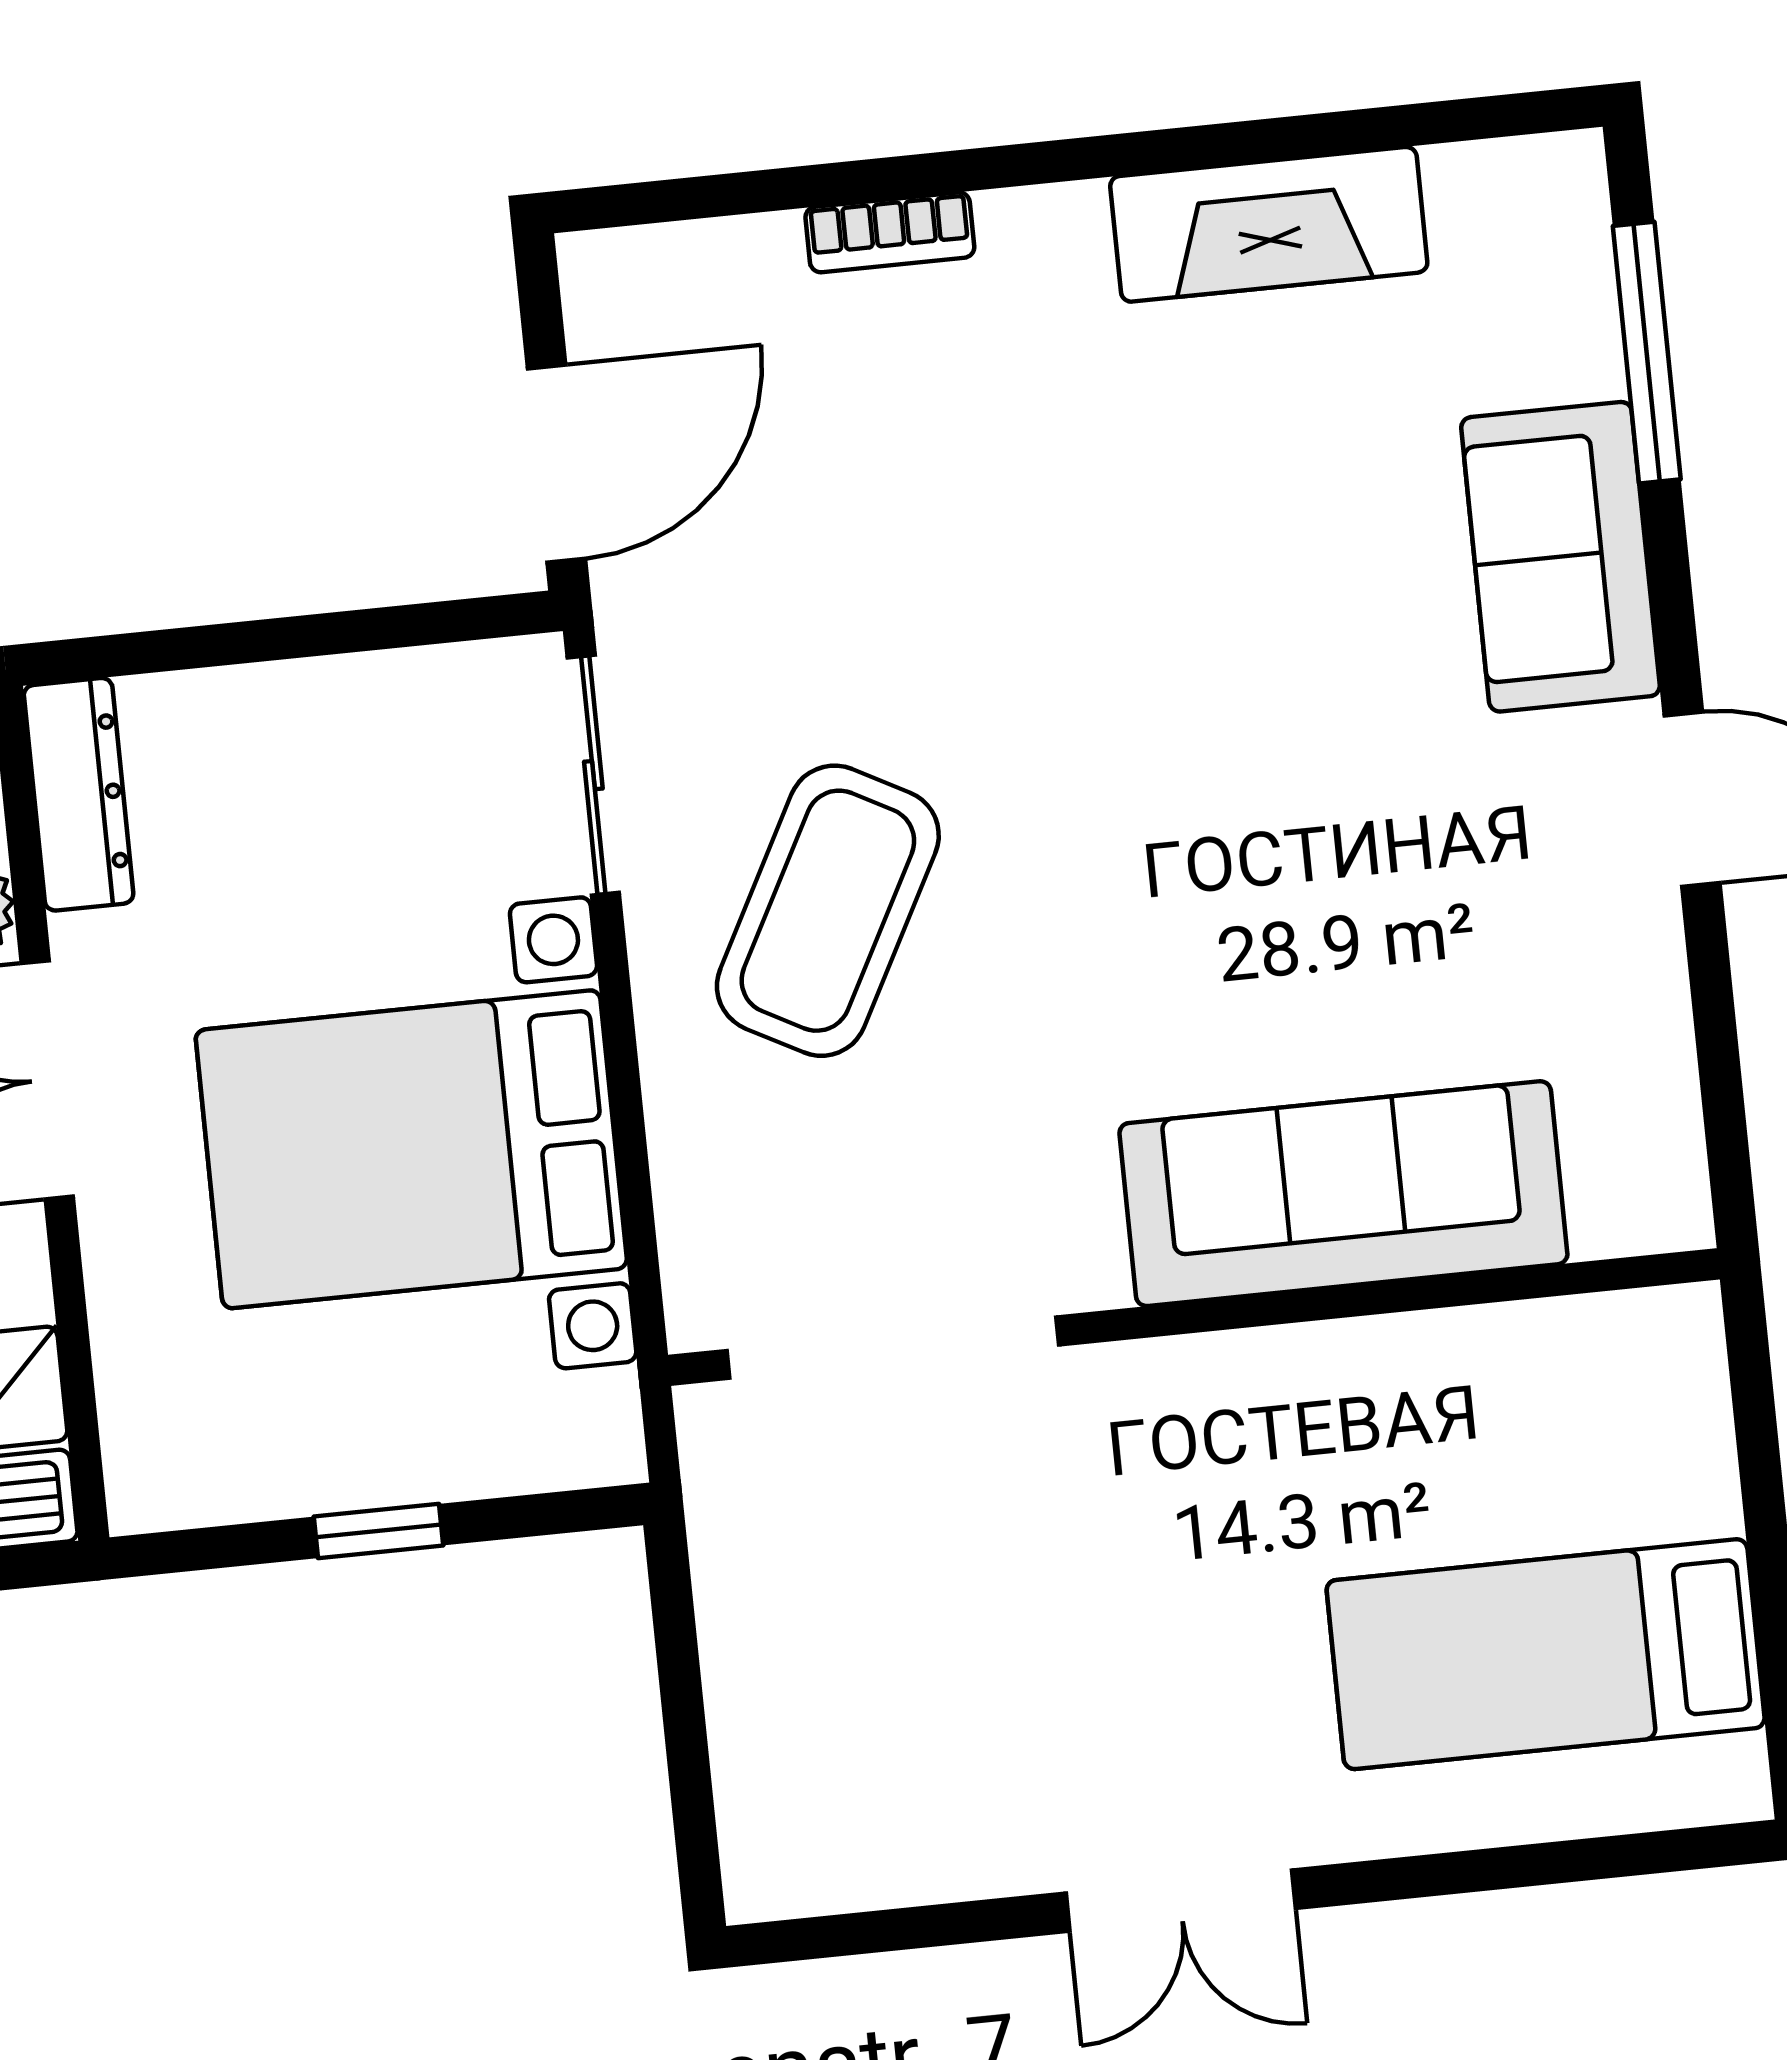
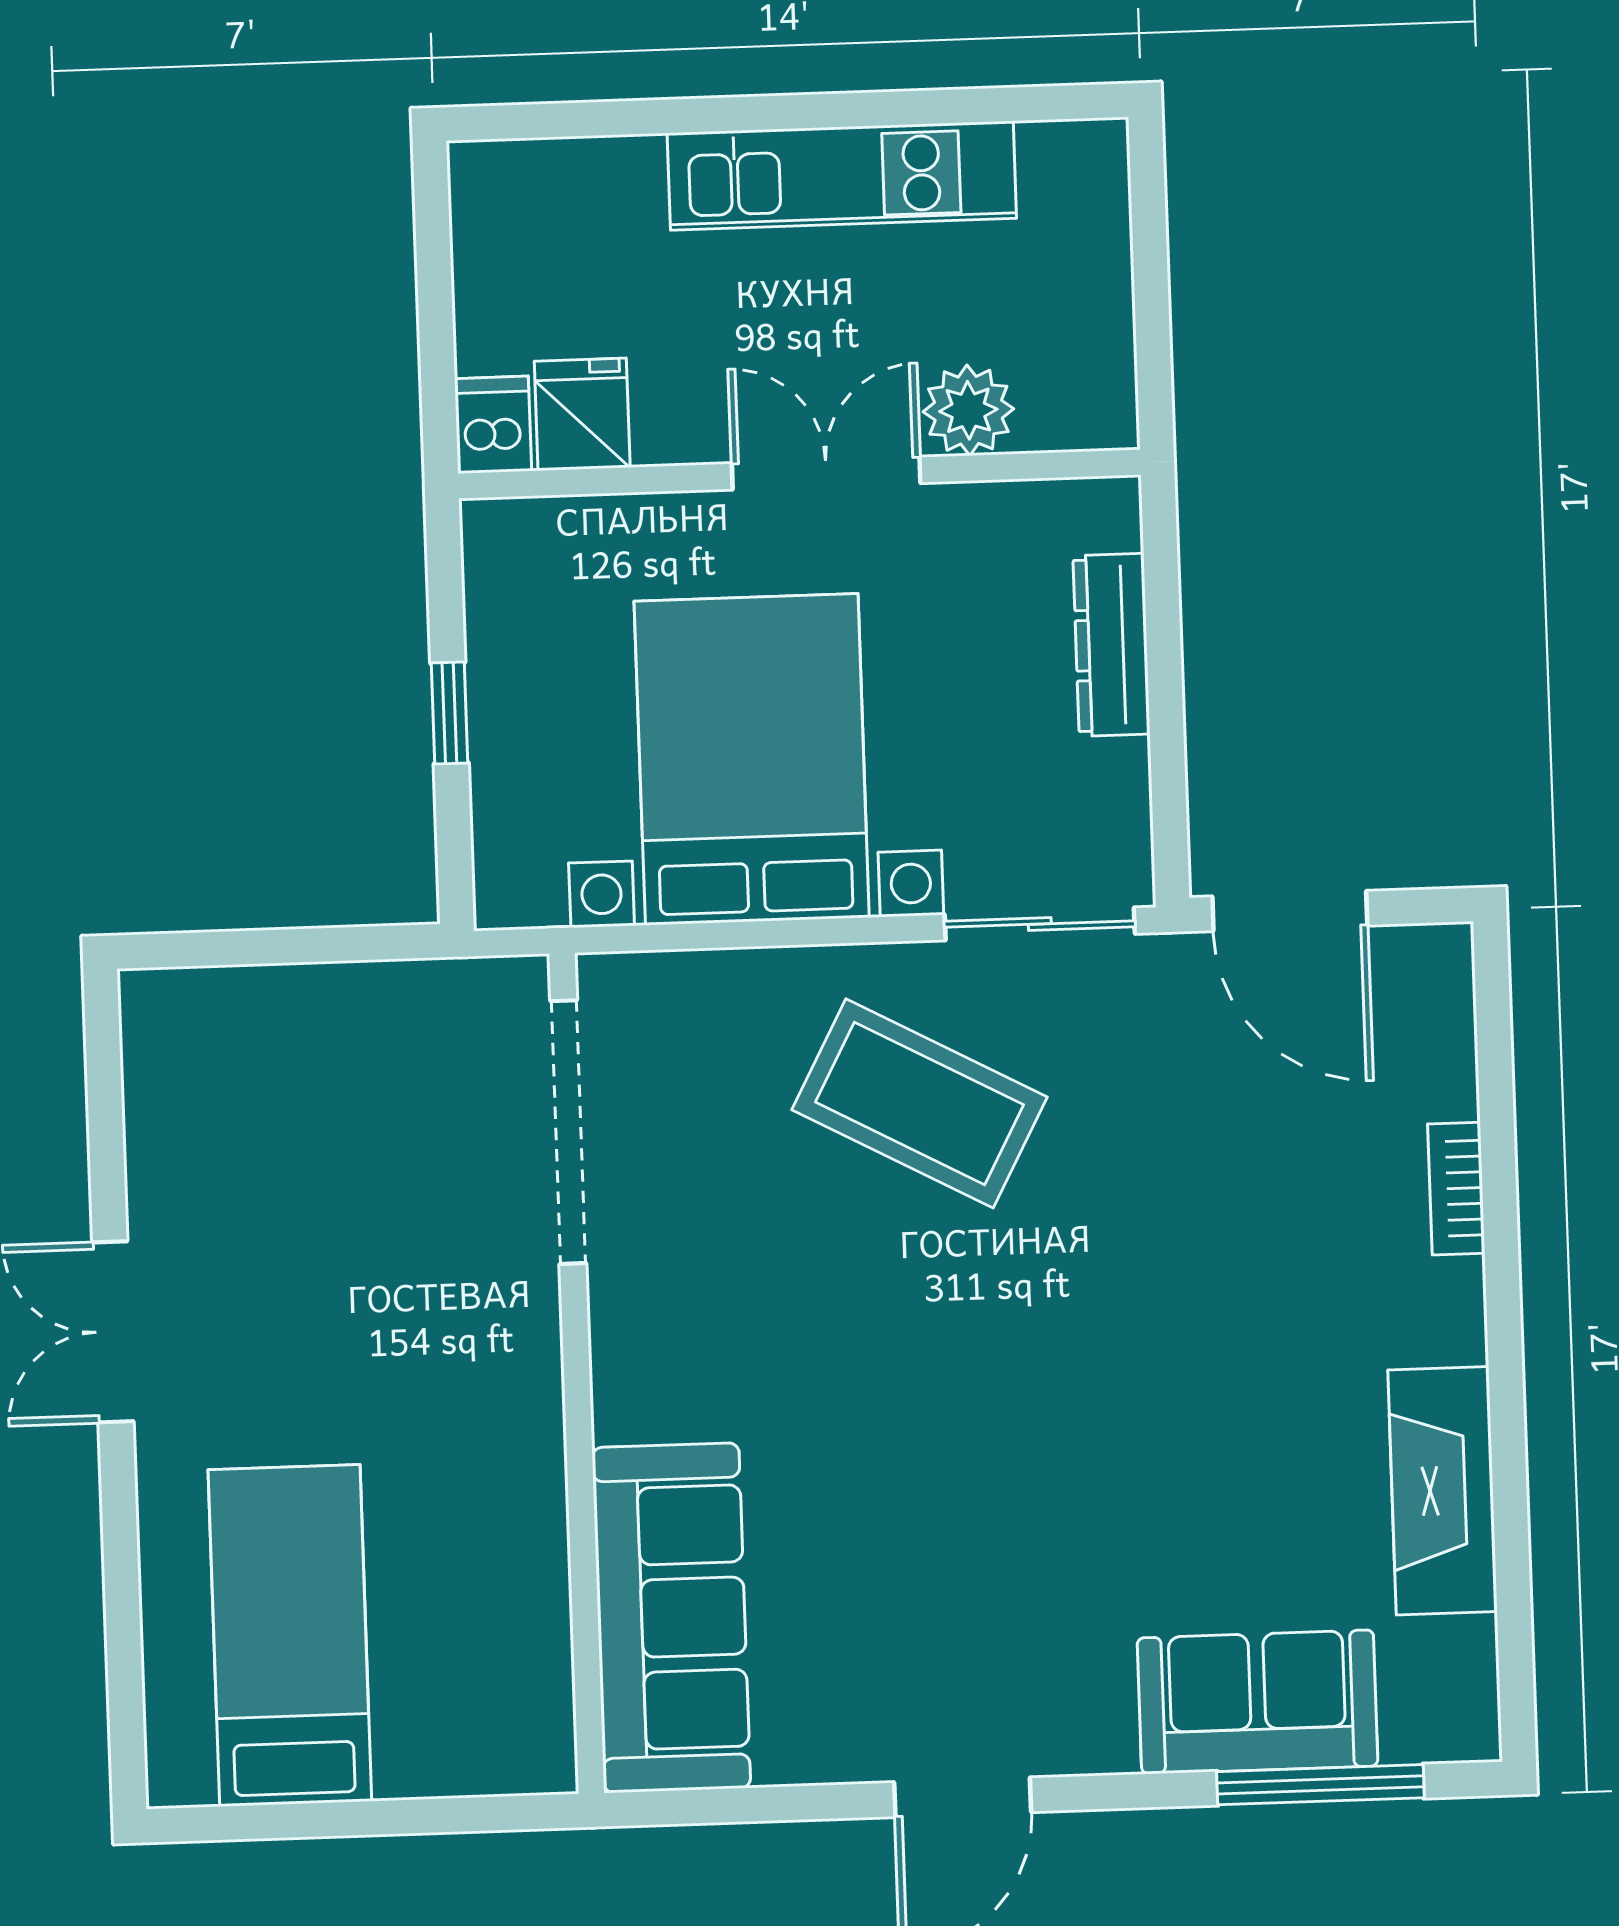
sofa: (1560, 557) -> (1258, 1702), moved
dresser: (79, 794) -> (1112, 645), moved, turned 90
sofa: (1343, 1194) -> (671, 1618), moved

